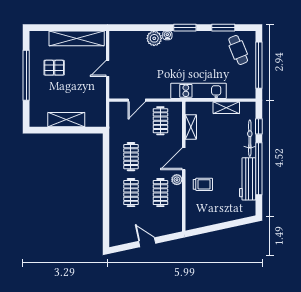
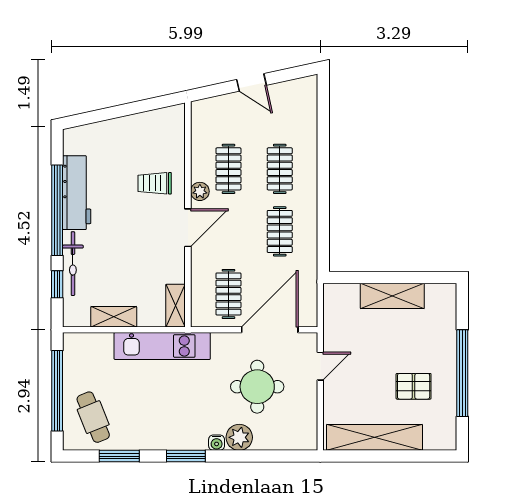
round table: (144, 67) -> (257, 387), added
door: (108, 68) -> (320, 366), moved
door: (137, 100) -> (270, 330), width x1.87
shelving: (191, 127) -> (176, 306), moved

